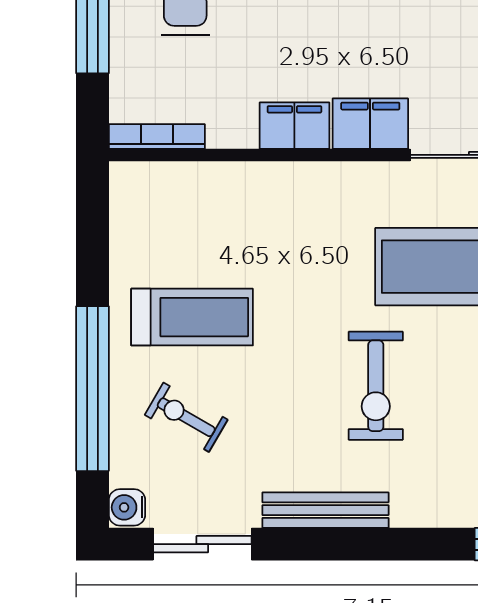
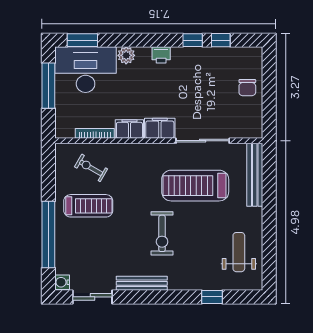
bookcase: (157, 136) -> (95, 133), moved
exercise bike: (186, 417) -> (91, 168), moved

